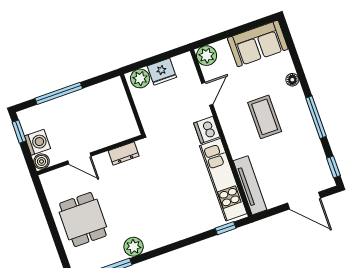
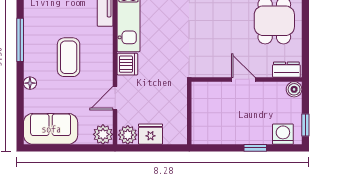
plant: (140, 78) -> (128, 135), moved
window: (59, 93) -> (255, 148), width x0.46
washing machine: (37, 142) -> (283, 134), moved, turned 90
dresser: (124, 153) -> (286, 70), moved
door: (79, 159) -> (243, 79), moved

